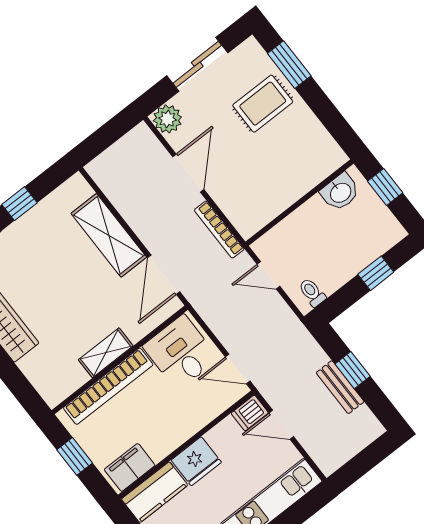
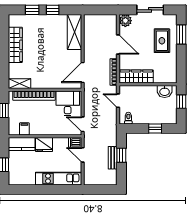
rug: (263, 104) -> (162, 41), turned 90
door: (188, 173) -> (118, 45), hinge flipped
wardrobe: (267, 205) -> (136, 76), added
shelving: (109, 235) -> (74, 32), moved
shelving: (106, 353) -> (20, 84), moved
filing cabinet: (130, 467) -> (24, 129), width x0.50

